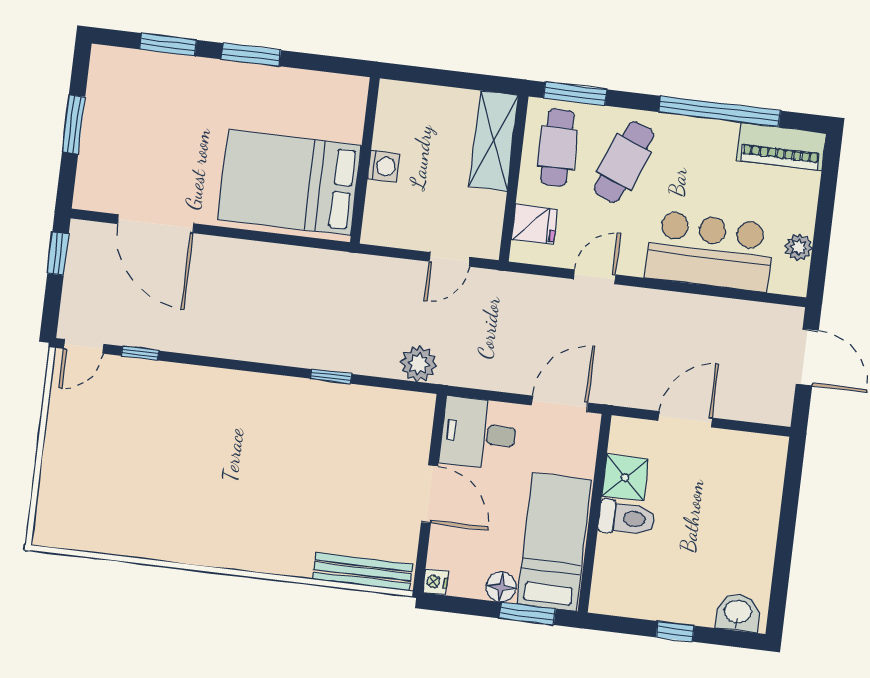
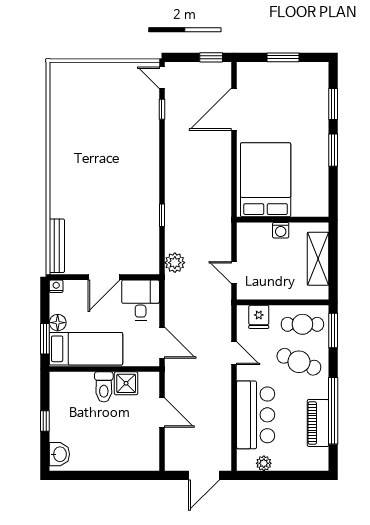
shelving: (494, 141) -> (318, 259), moved, turned 90
piano: (781, 146) -> (318, 423), moved

